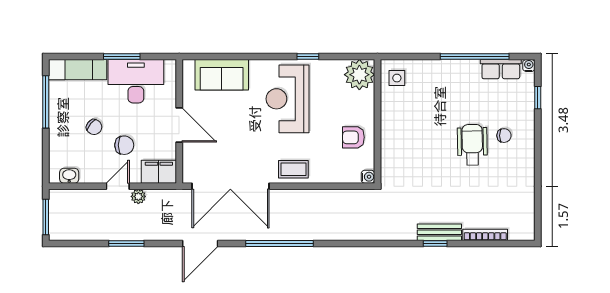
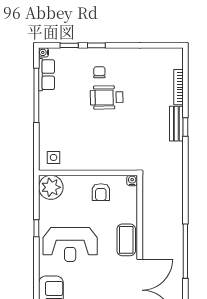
window: (538, 132) -> (96, 45), added
coffee table: (293, 169) -> (126, 240), width x1.36, depth x1.30

